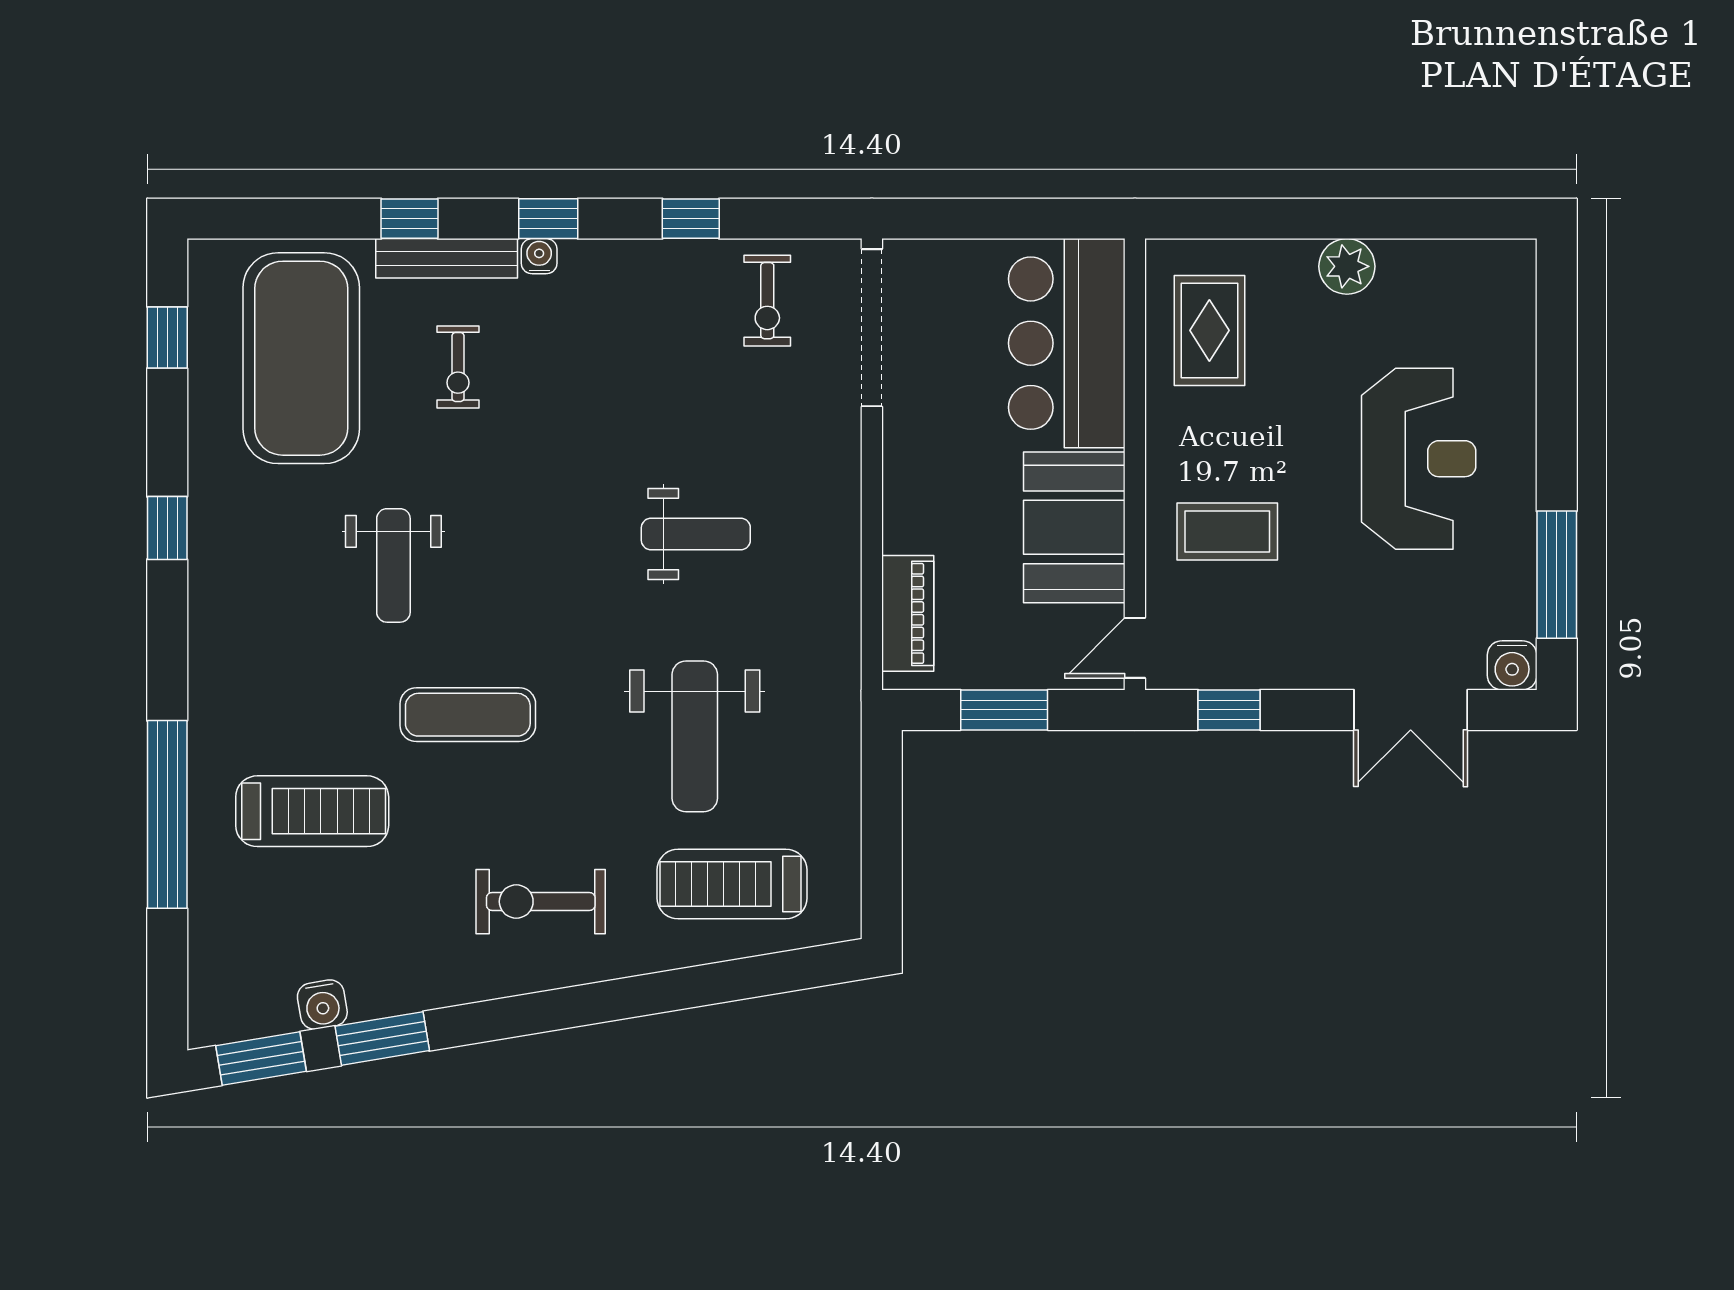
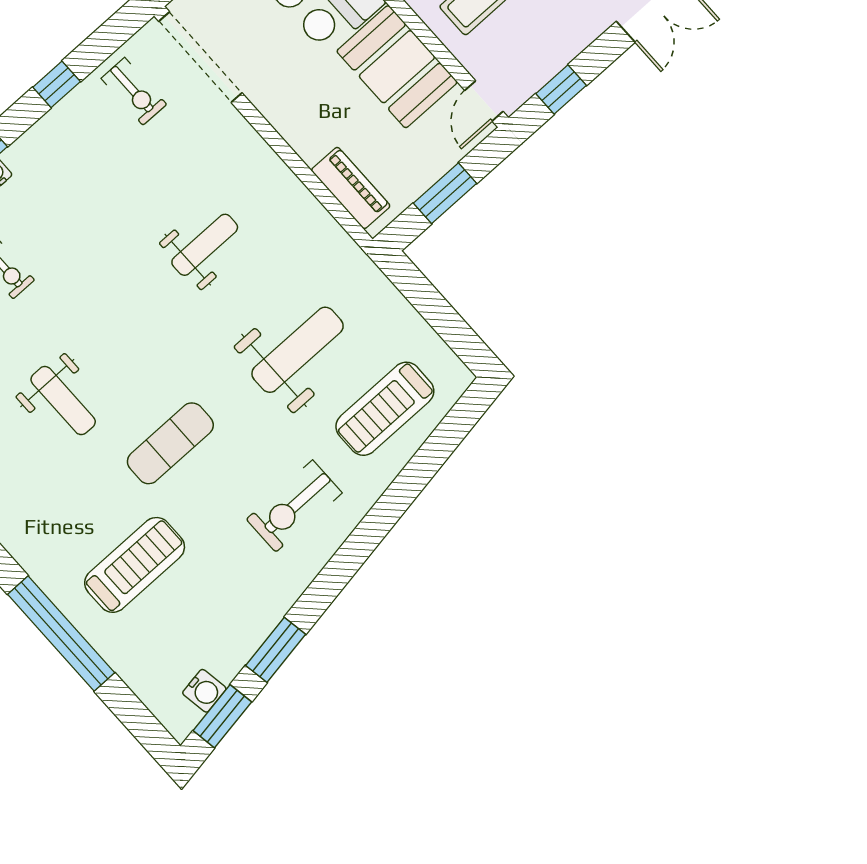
weight bench: (695, 736) -> (298, 350), turned -90
water cooler: (322, 1005) -> (204, 691), moved

